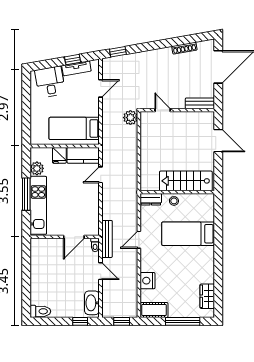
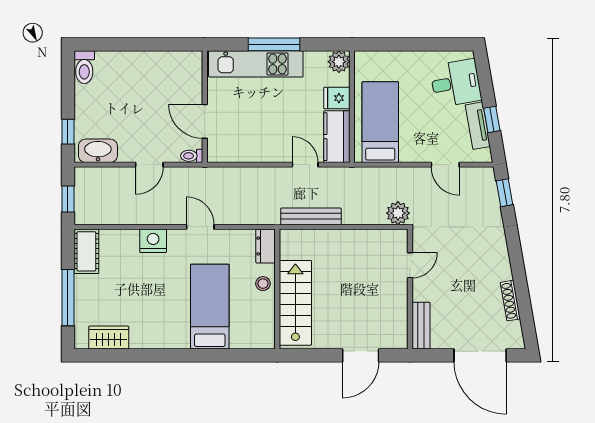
plant: (37, 168) -> (339, 62), moved
bench: (107, 239) -> (311, 216), moved
nightstand: (148, 281) -> (153, 241), moved

